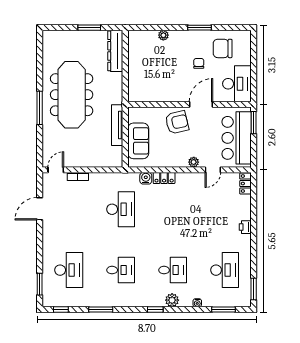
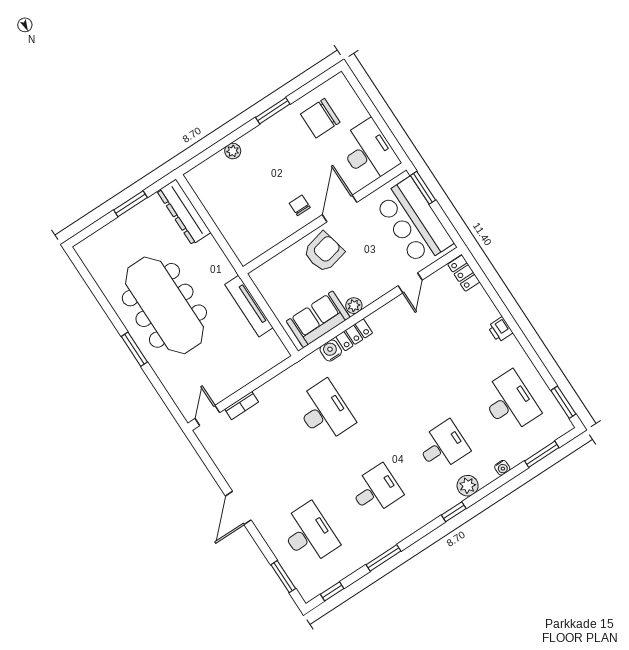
chair: (199, 63) -> (300, 205), moved
window: (40, 108) -> (134, 349), width x0.69
sofa: (138, 141) -> (318, 319), moved, turned -90
plant: (194, 162) -> (354, 306), moved
door: (40, 209) -> (238, 508), moved

